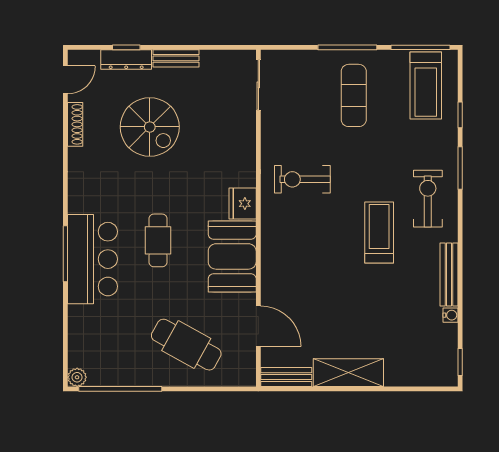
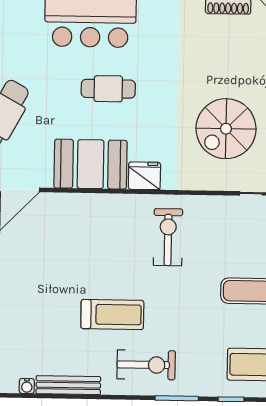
spiral stairs: (150, 127) -> (226, 129), moved

